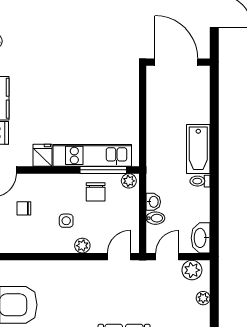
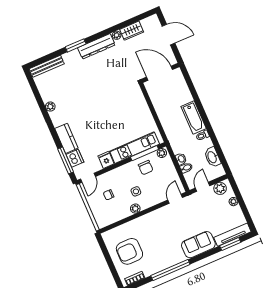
washbasin: (201, 238) -> (212, 157), moved
plant: (82, 246) -> (135, 209), moved

